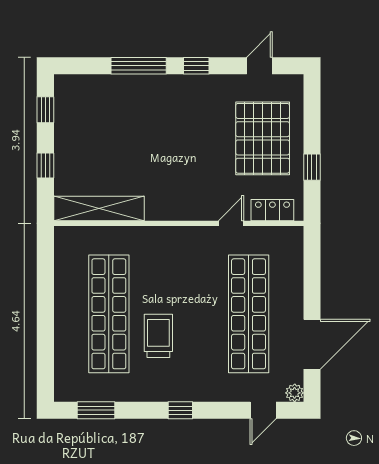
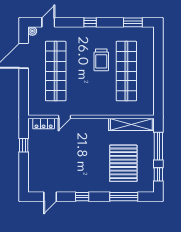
window: (139, 66) -> (124, 197), moved
pallet: (263, 138) -> (123, 163), moved
window: (45, 165) -> (158, 146), width x2.17

